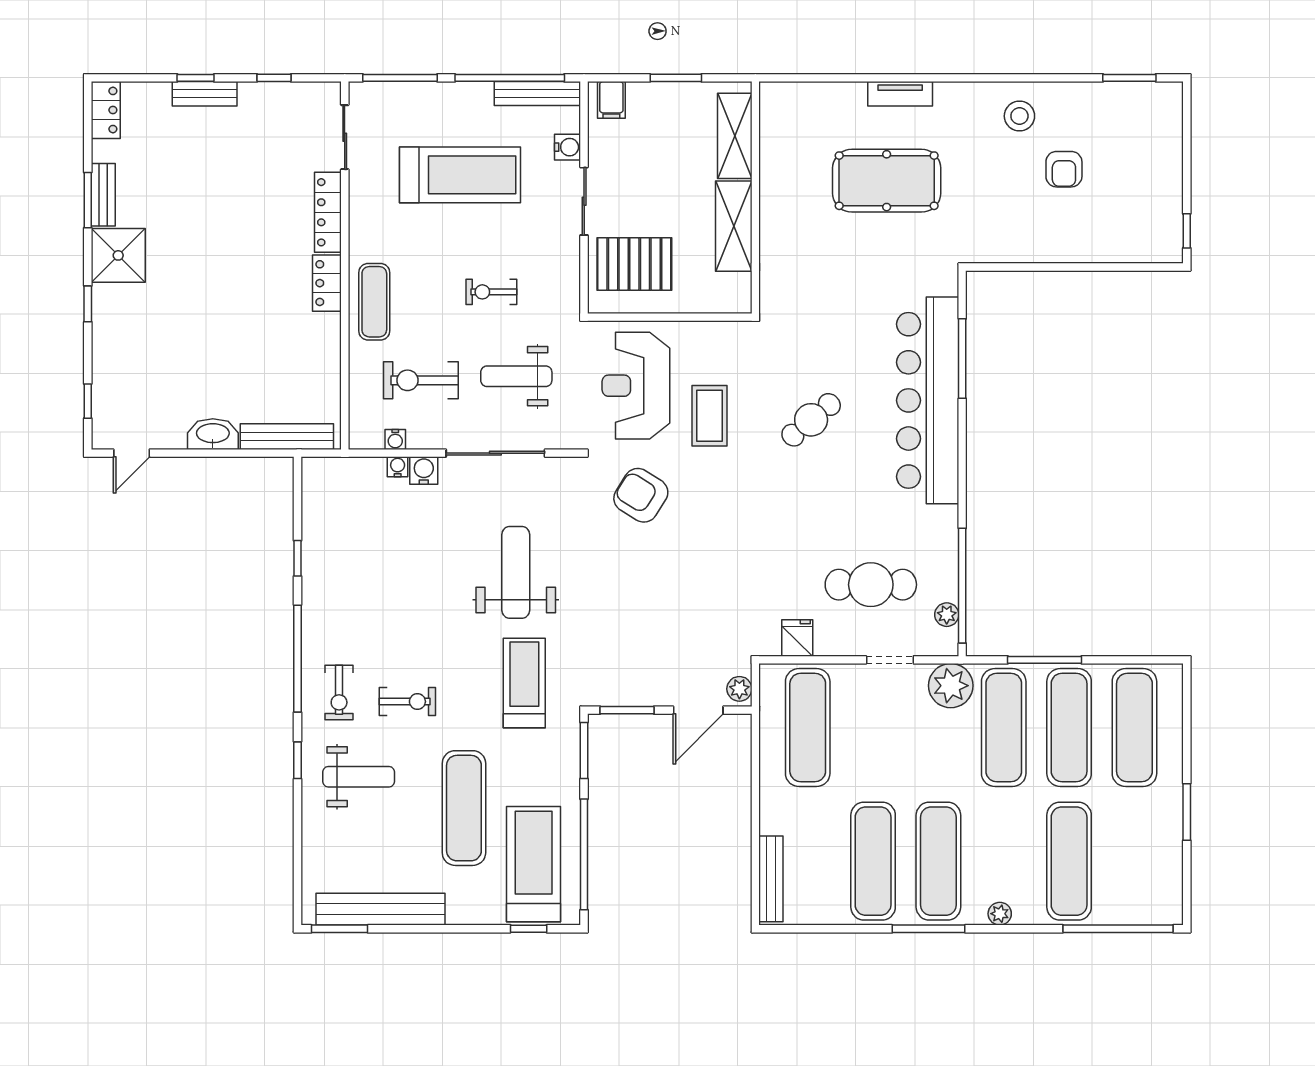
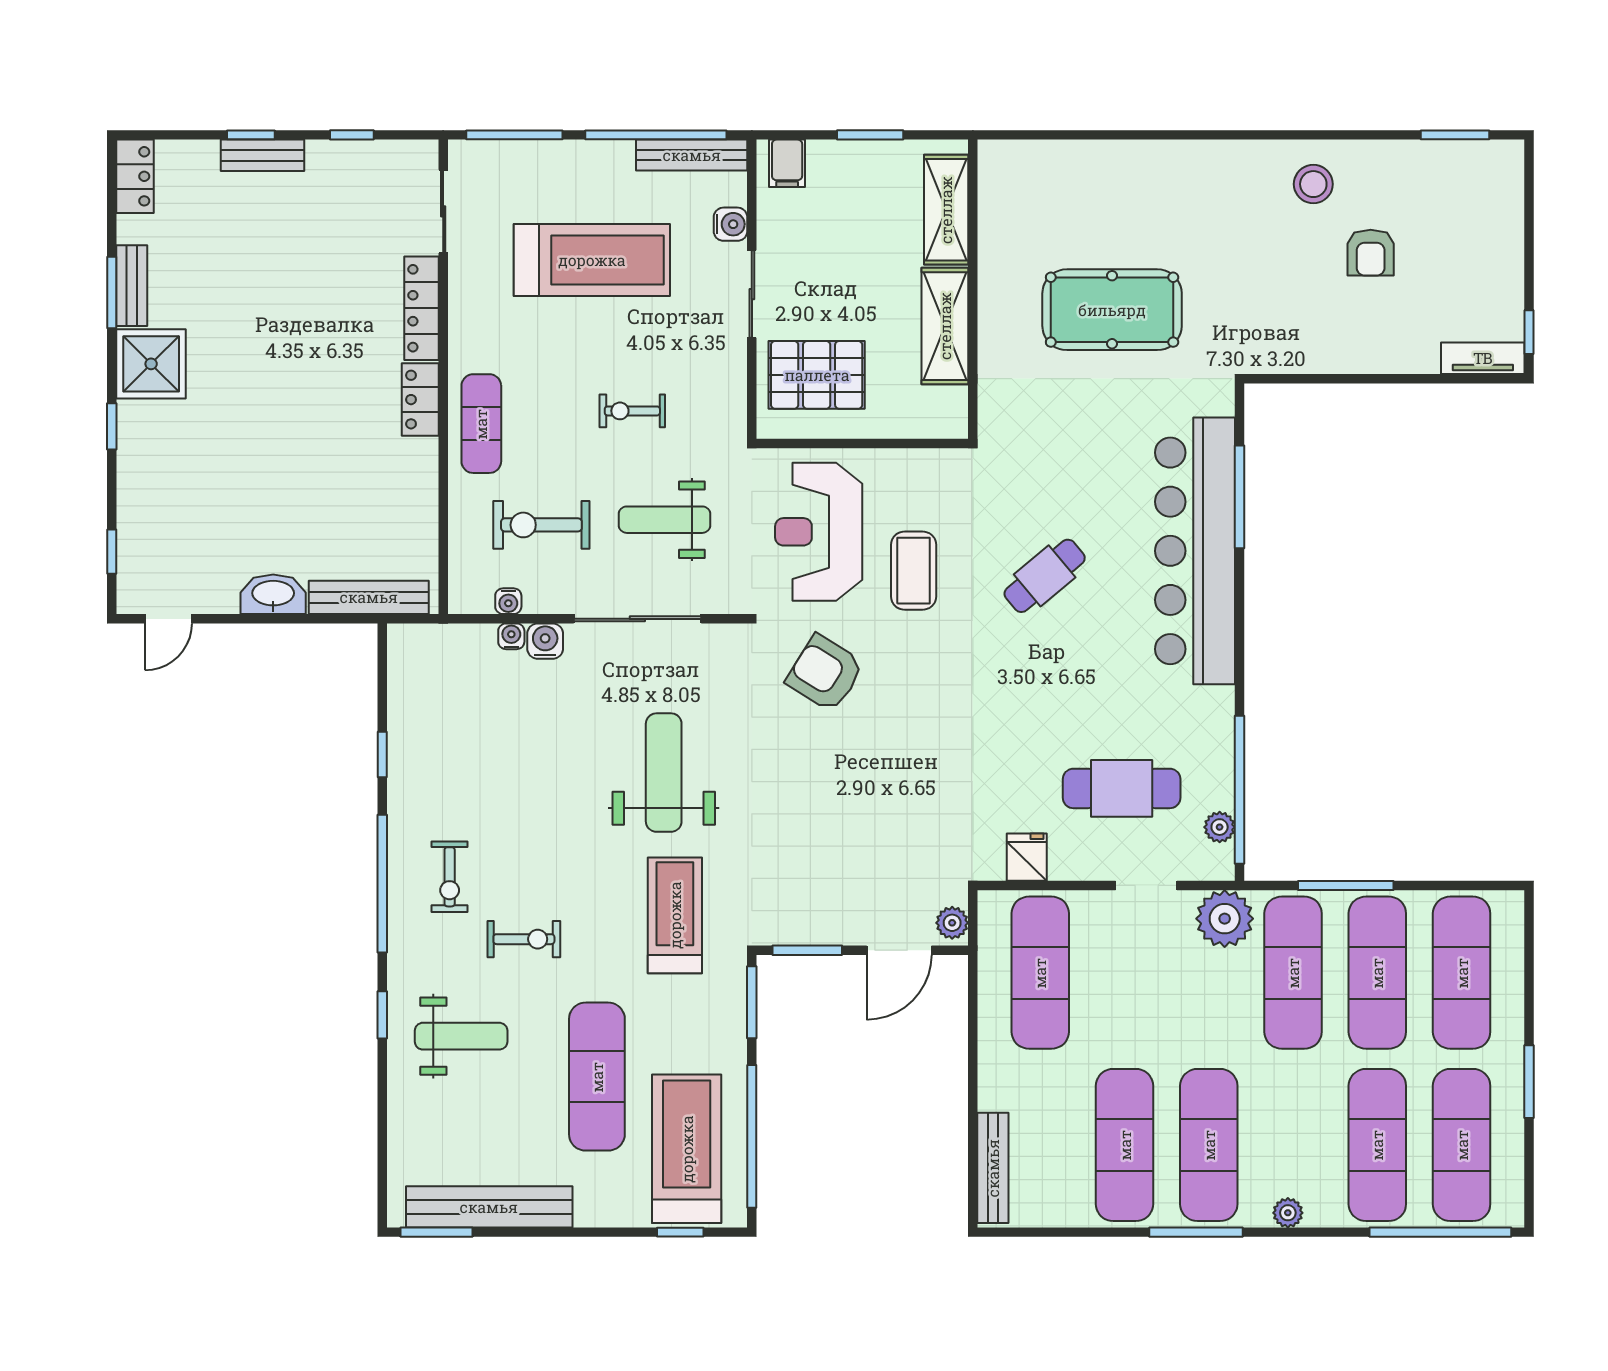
tv unit: (900, 94) -> (1483, 358), moved, turned 180
pool table: (887, 181) -> (1112, 310), moved
exercise bike: (339, 693) -> (450, 877), moved
exercise mat: (1134, 861) -> (1462, 1145), added

